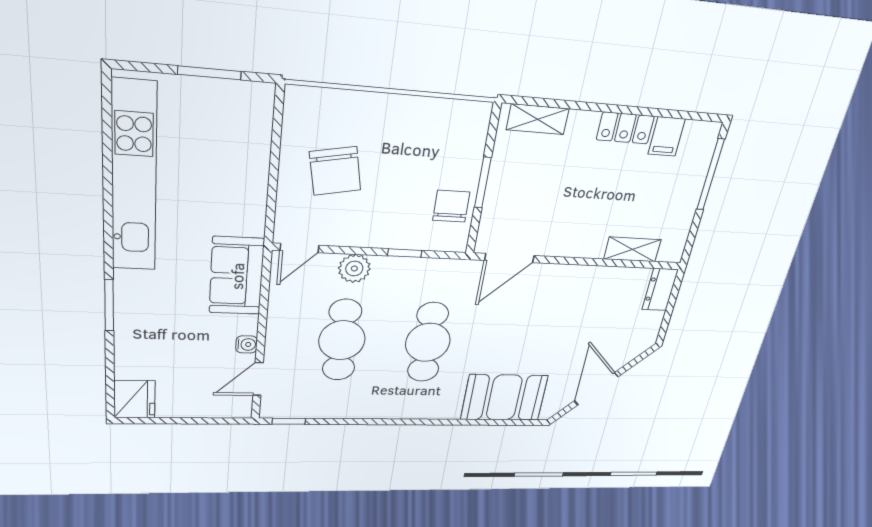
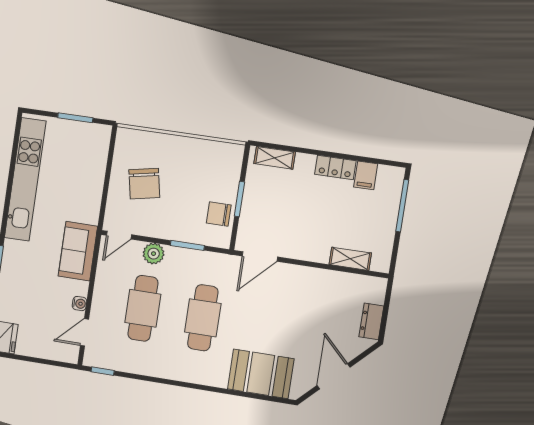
chair: (451, 206) -> (219, 214), turned -90
window: (405, 253) -> (187, 245), width x1.50
dresser: (660, 290) -> (371, 321), moved

